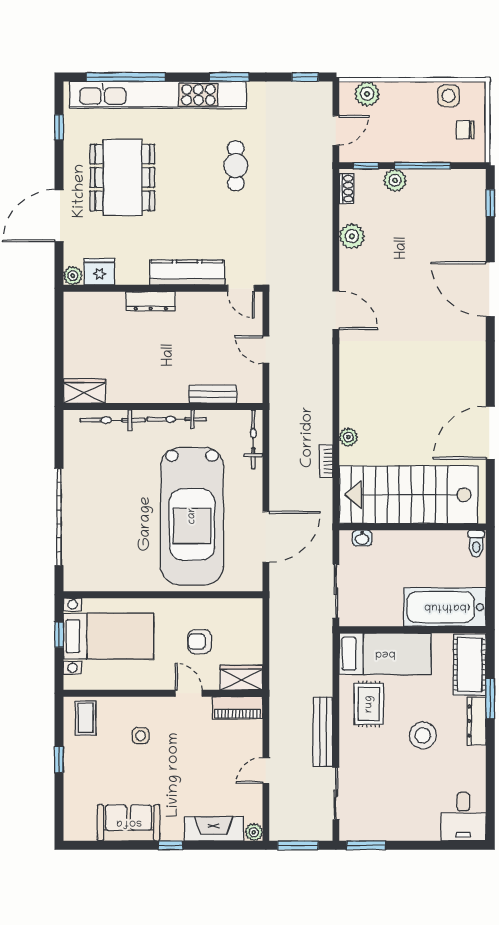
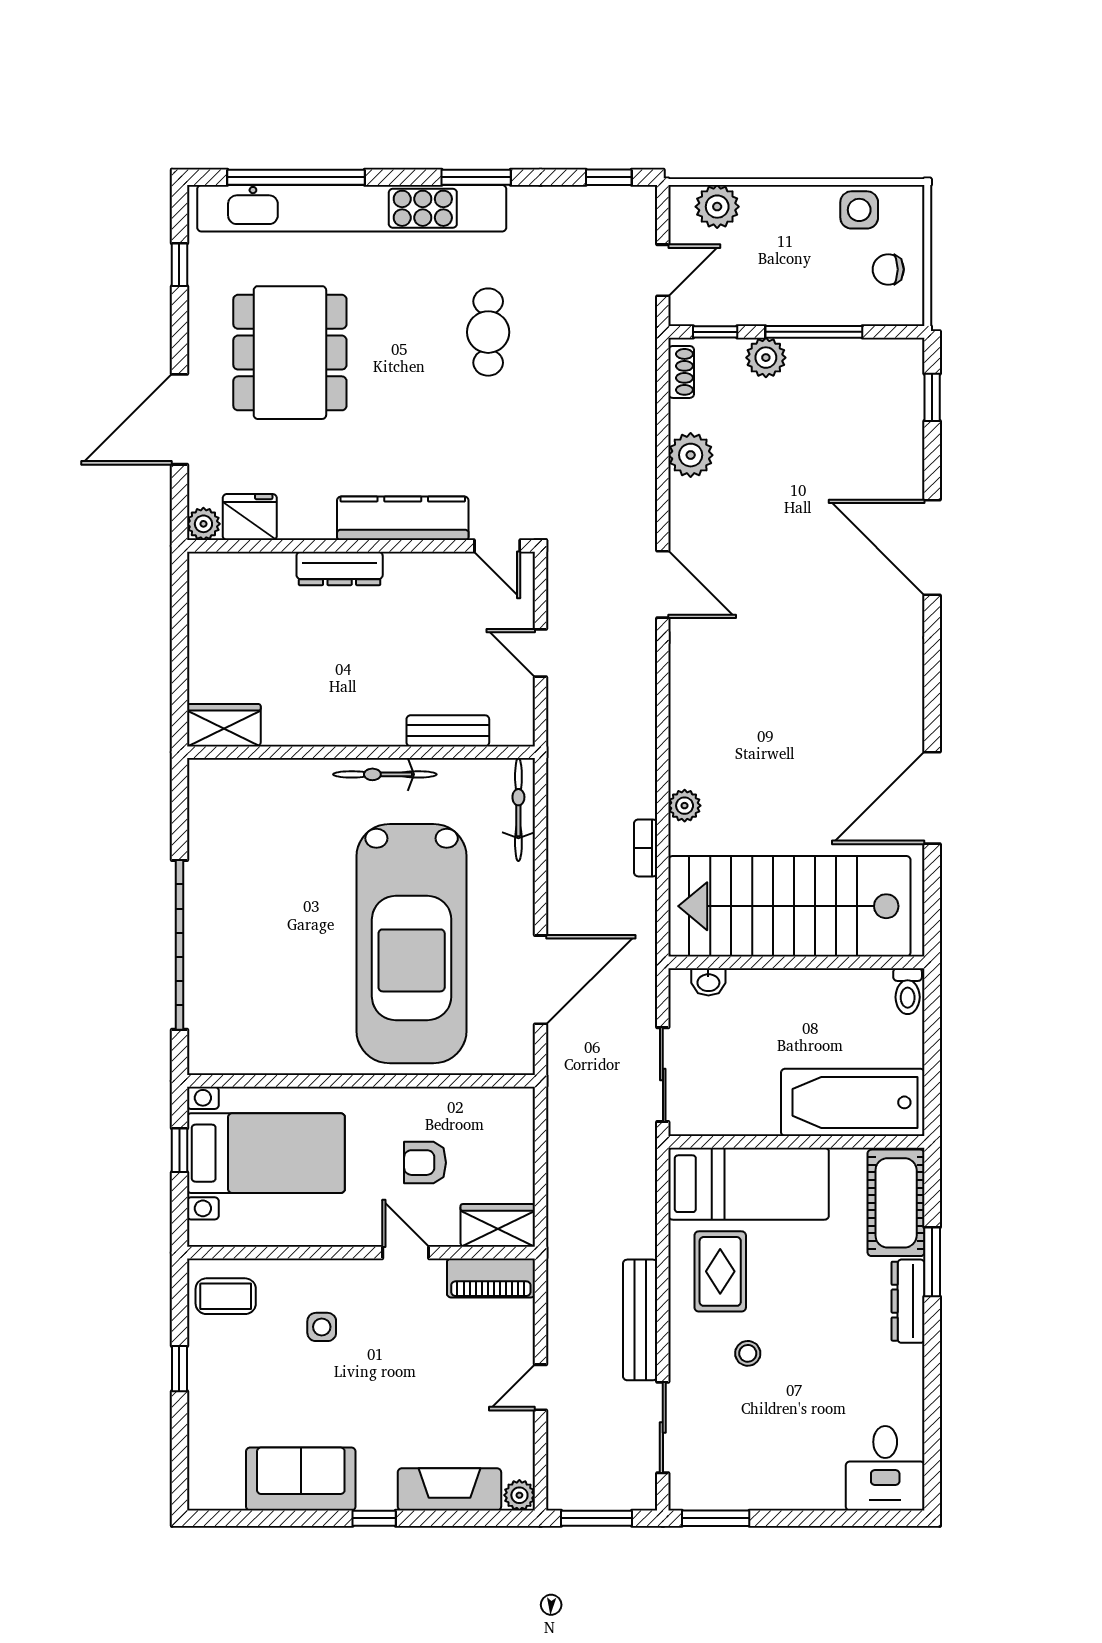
bicycle: (113, 420) -> (273, 776), removed
coffee table: (86, 718) -> (226, 1296), turned 90
stool: (423, 735) -> (748, 1353), moved, width x0.53, depth x0.53

